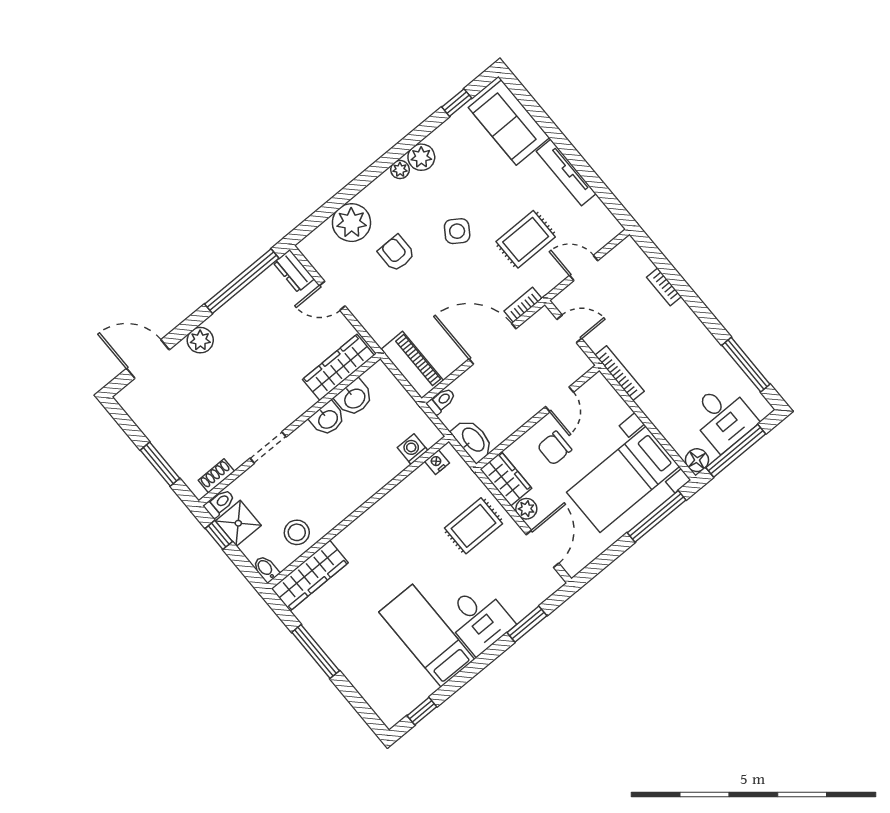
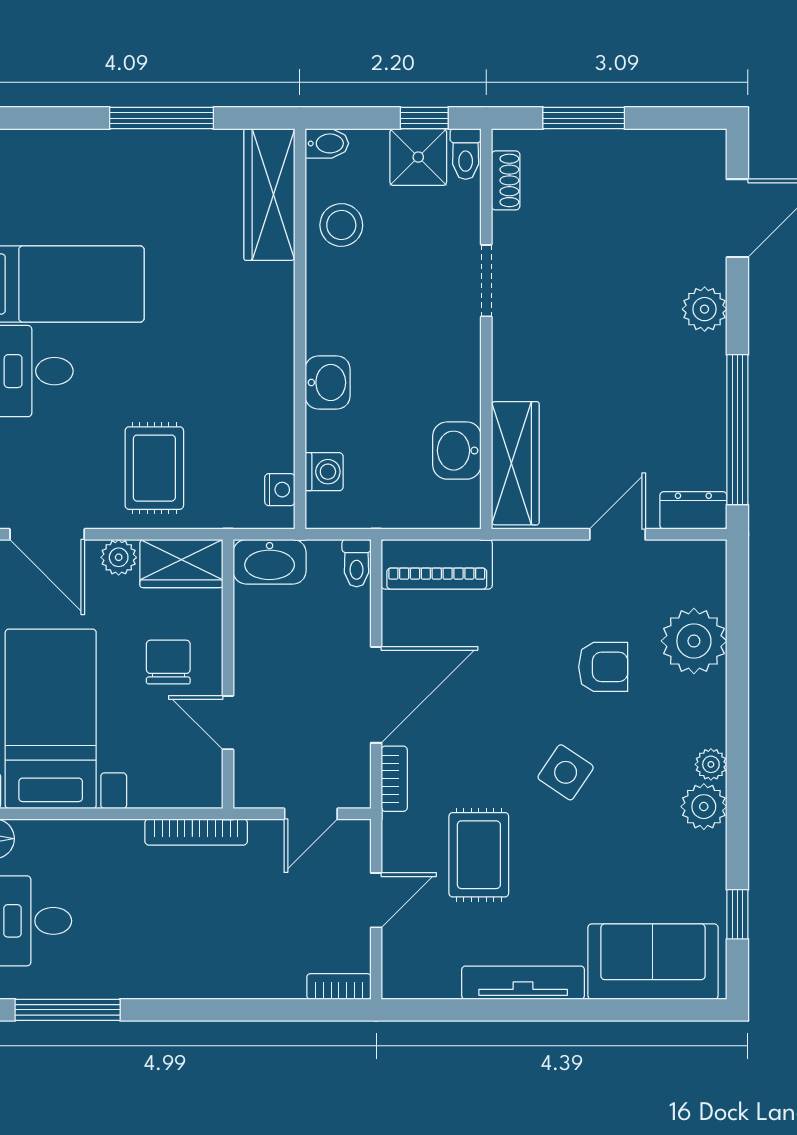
bookcase: (664, 287) -> (339, 986), moved
washbasin: (328, 419) -> (328, 383), moved, turned 180

